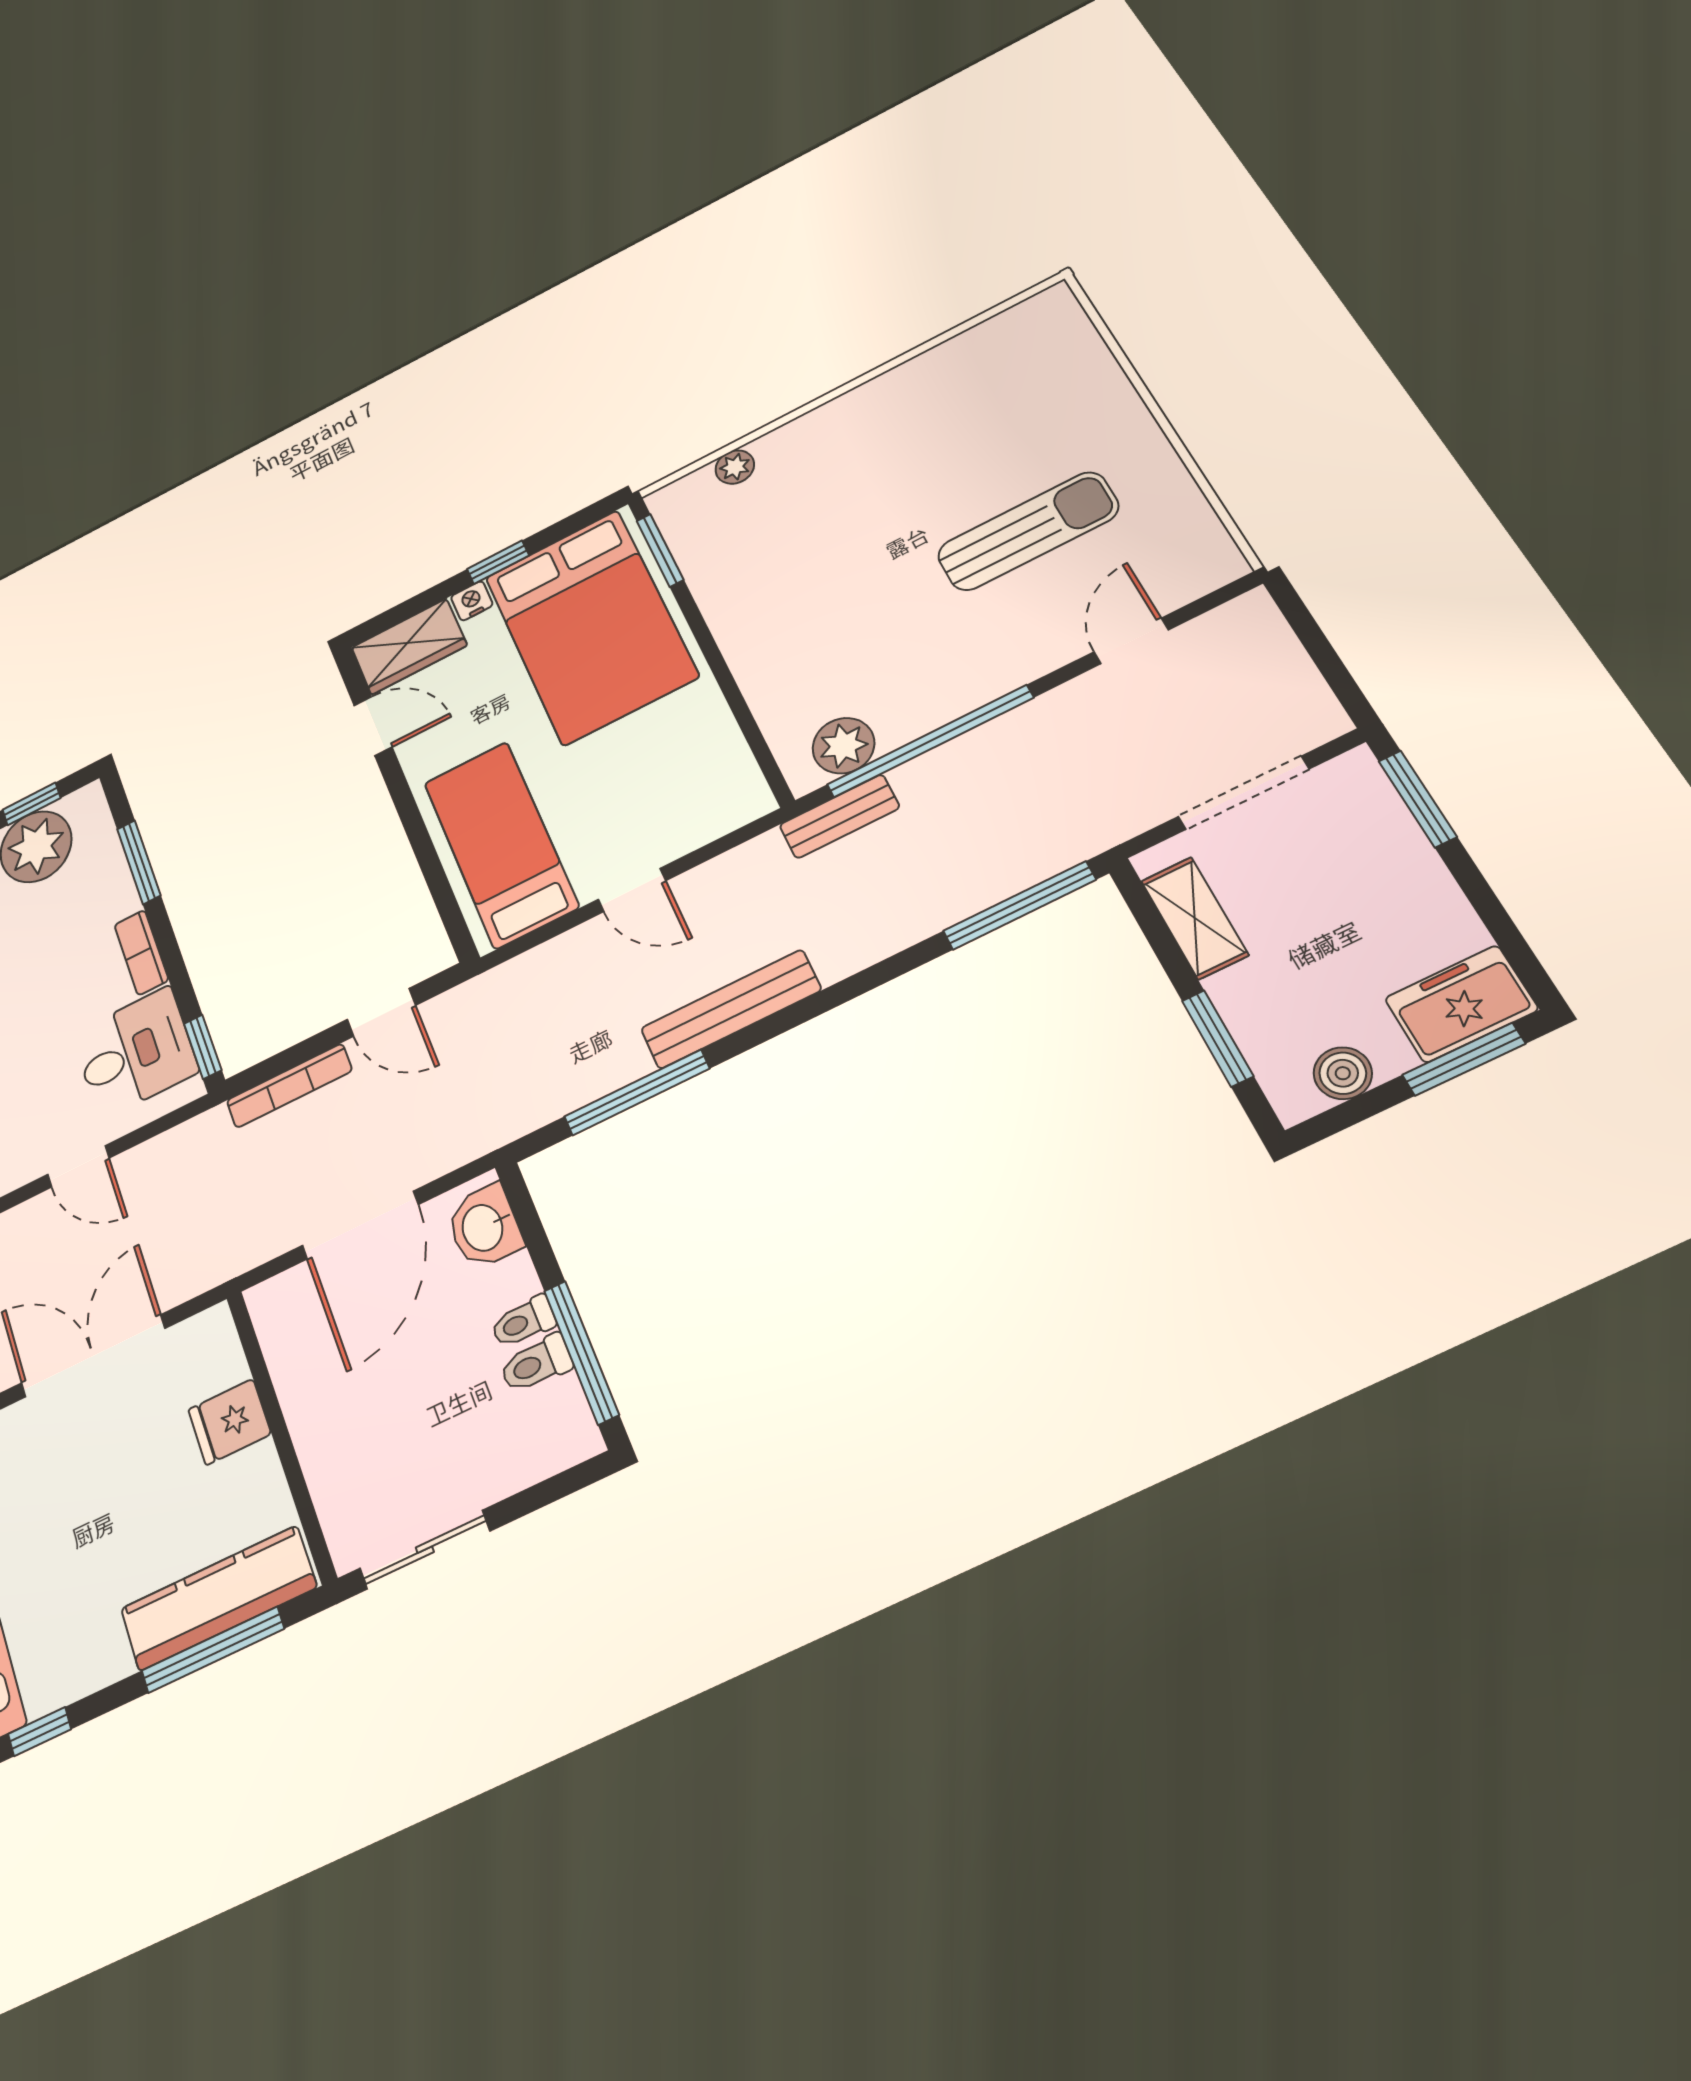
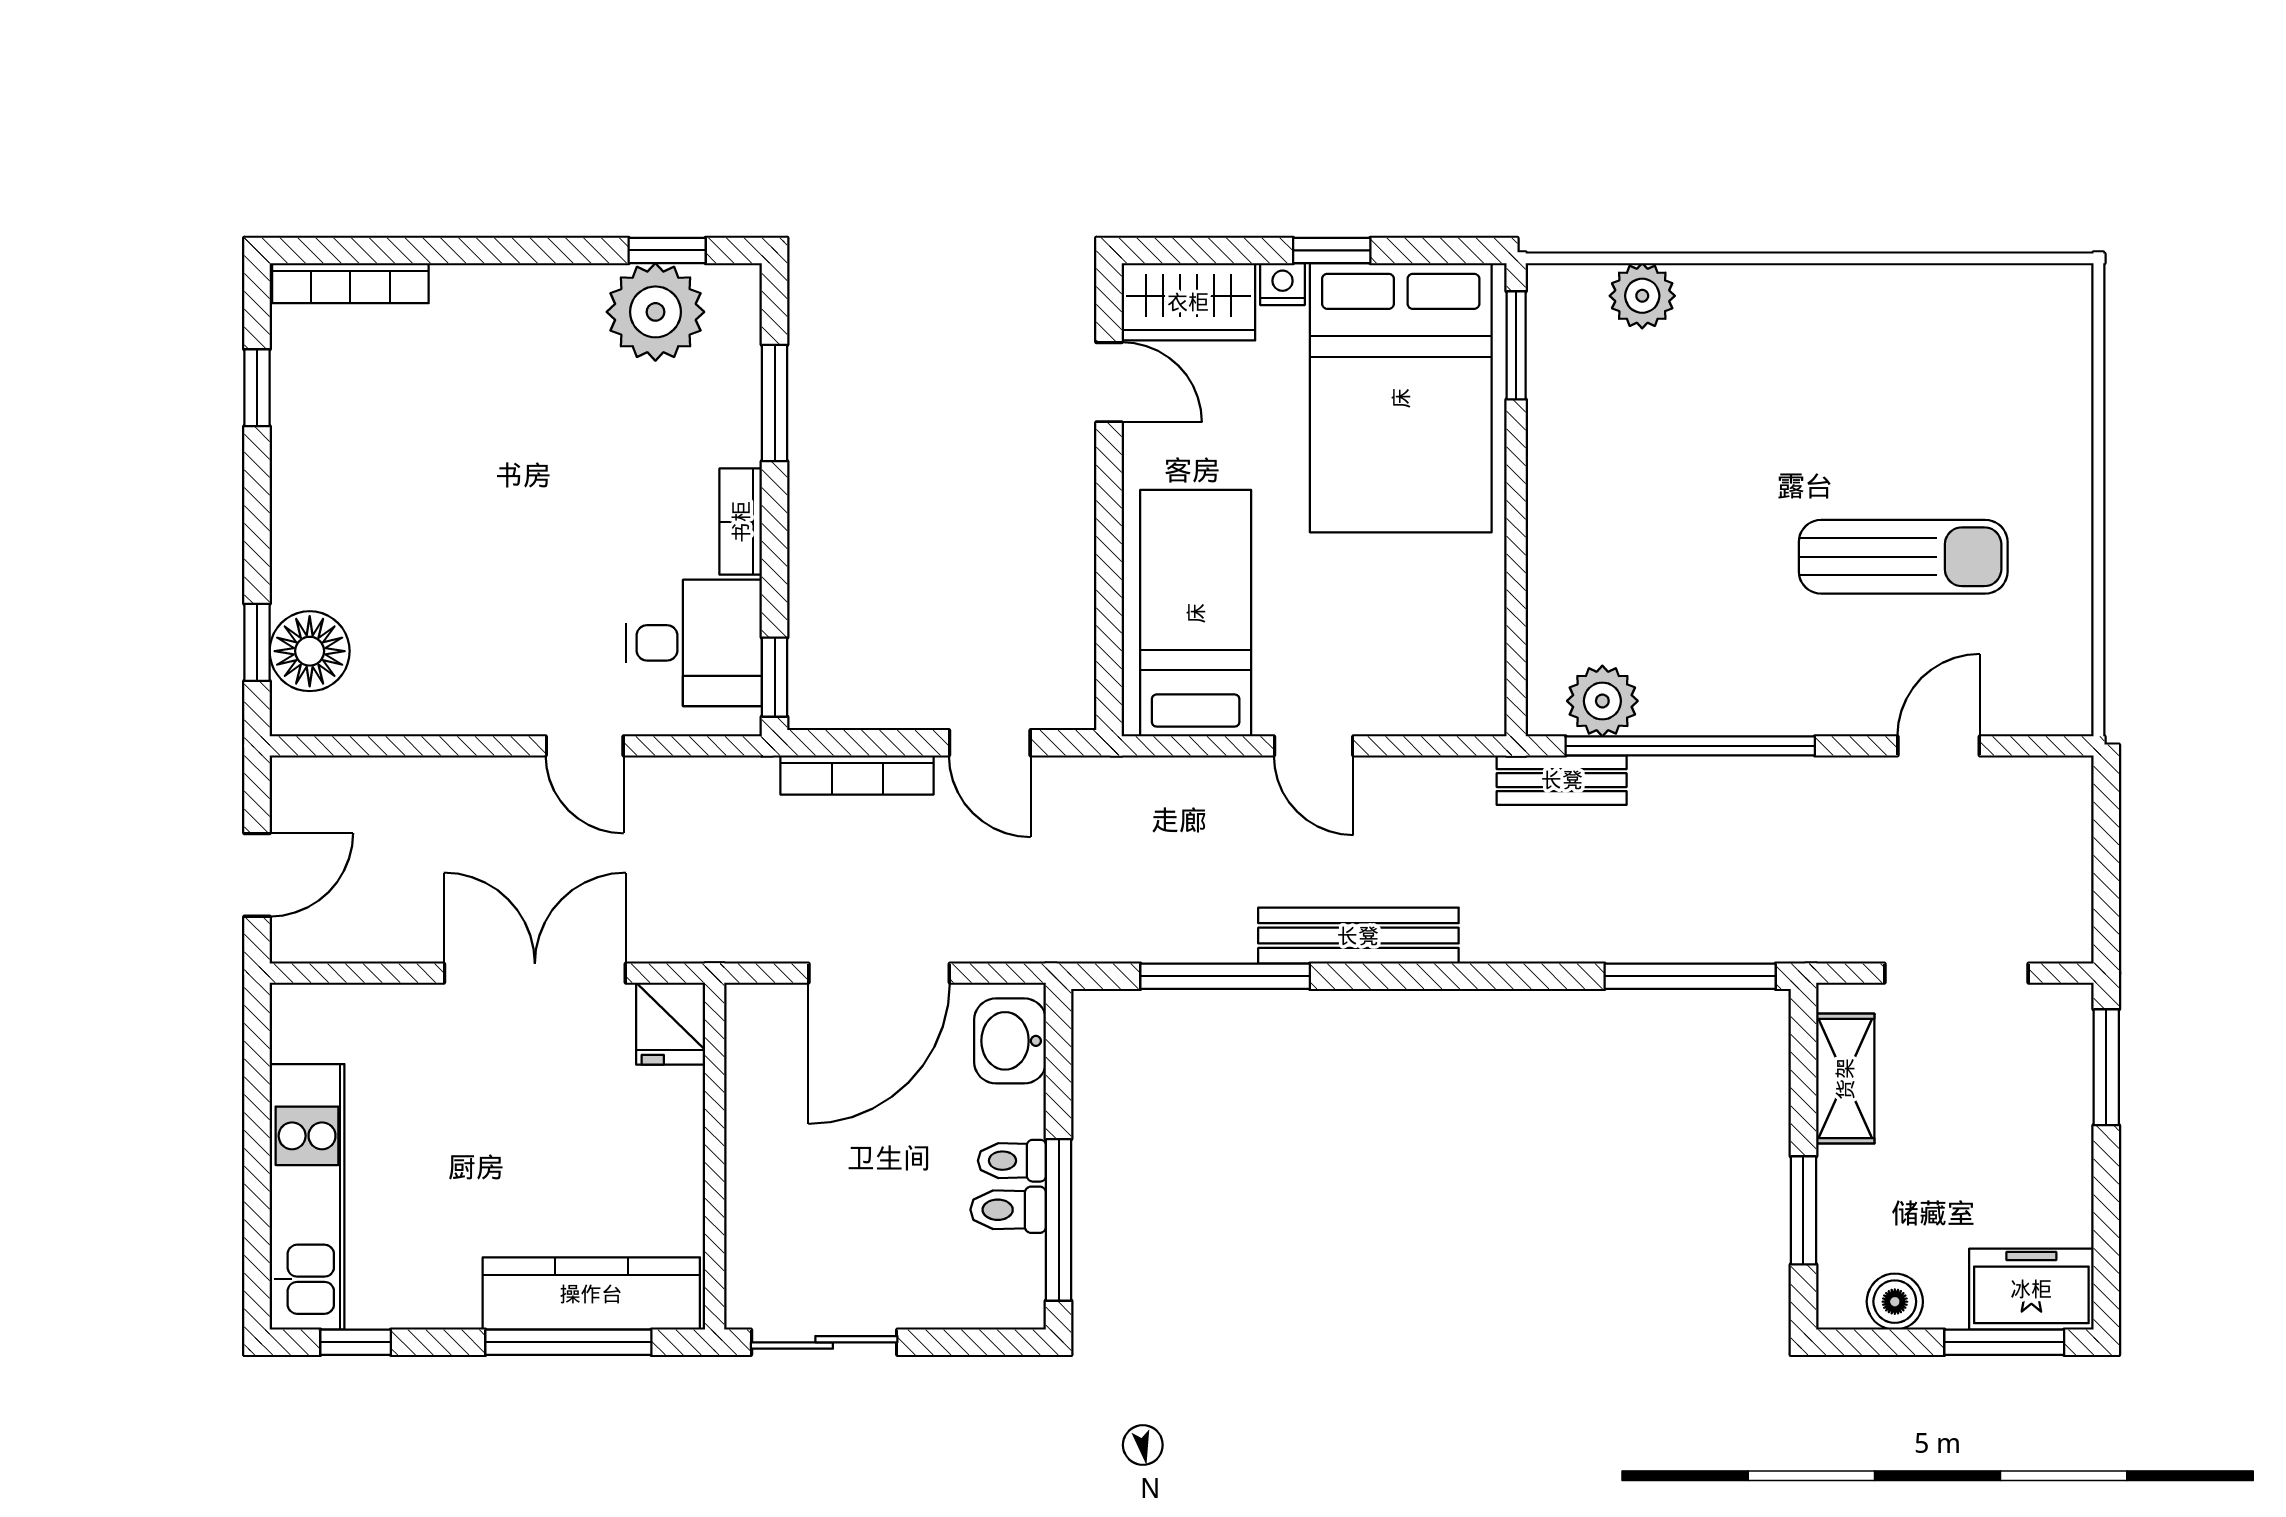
plant: (735, 467) -> (1642, 296), width x1.38, depth x1.38
fridge: (230, 1422) -> (671, 1024), moved, turned -90

